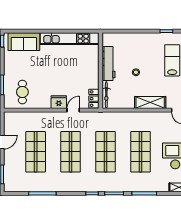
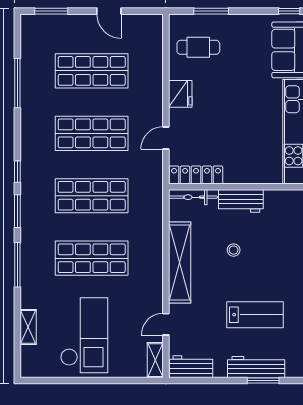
workbench: (108, 63) -> (241, 201), width x0.73
locker: (94, 99) -> (196, 175), width x1.53
fridge: (59, 102) -> (180, 94), moved
shelving: (150, 102) -> (180, 262), width x1.47
door: (73, 110) -> (166, 138), swing flipped

